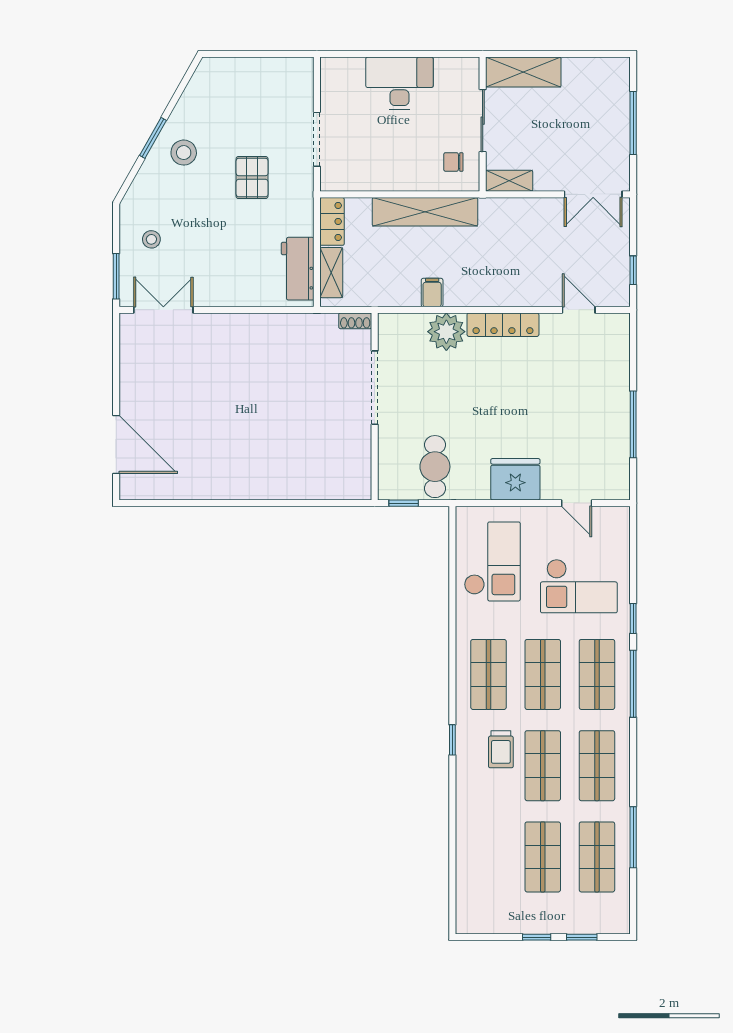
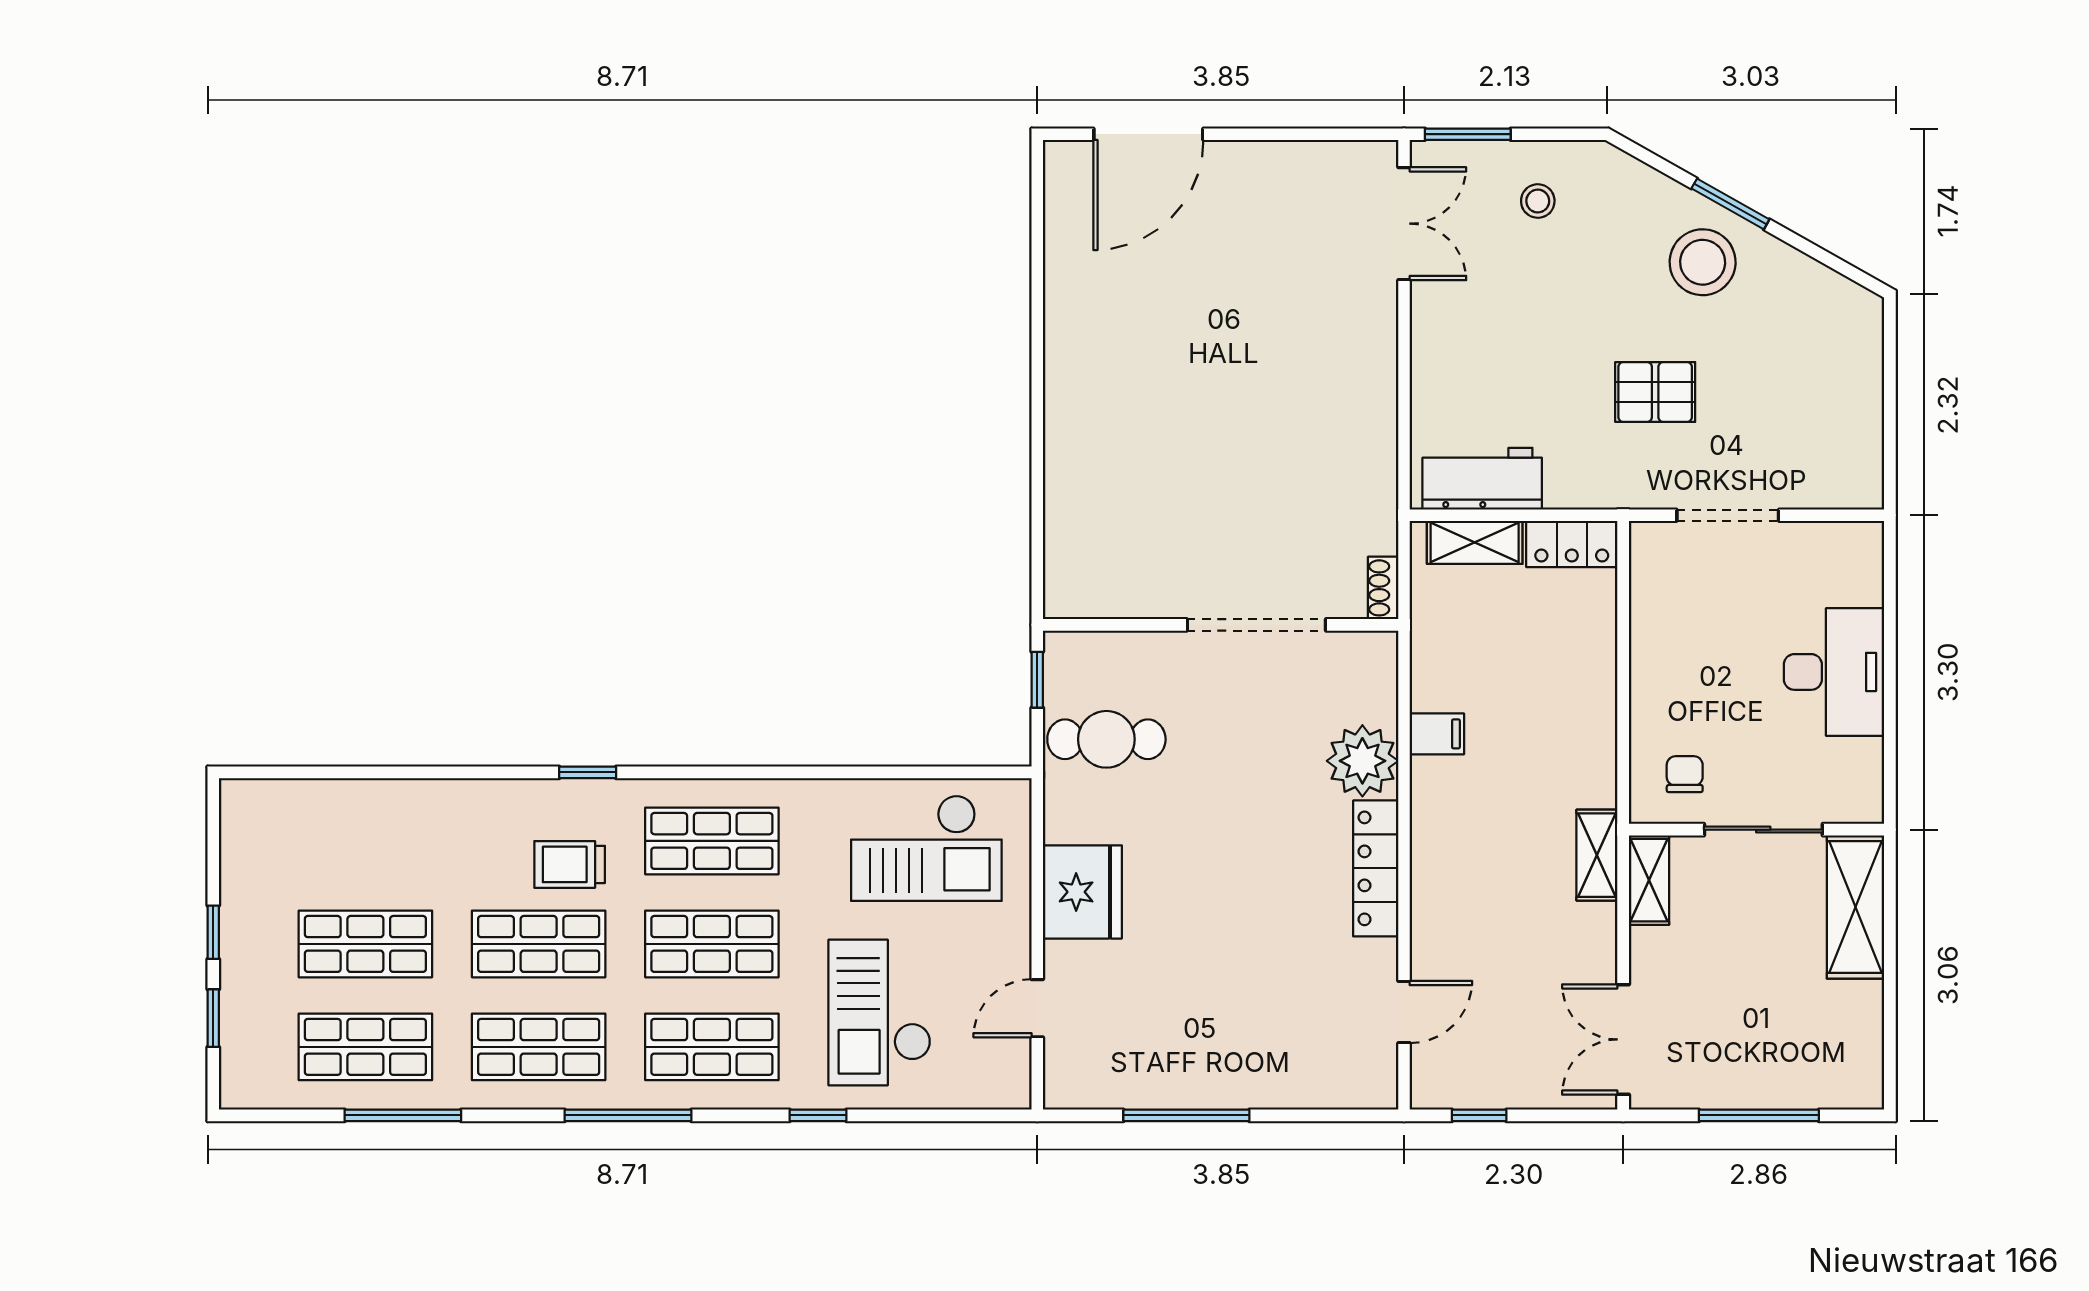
stool: (184, 153) -> (1703, 262), width x1.38, depth x1.38
shelving: (425, 212) -> (1597, 855), moved, width x0.45, depth x0.75
window: (633, 684) -> (628, 1115), moved

